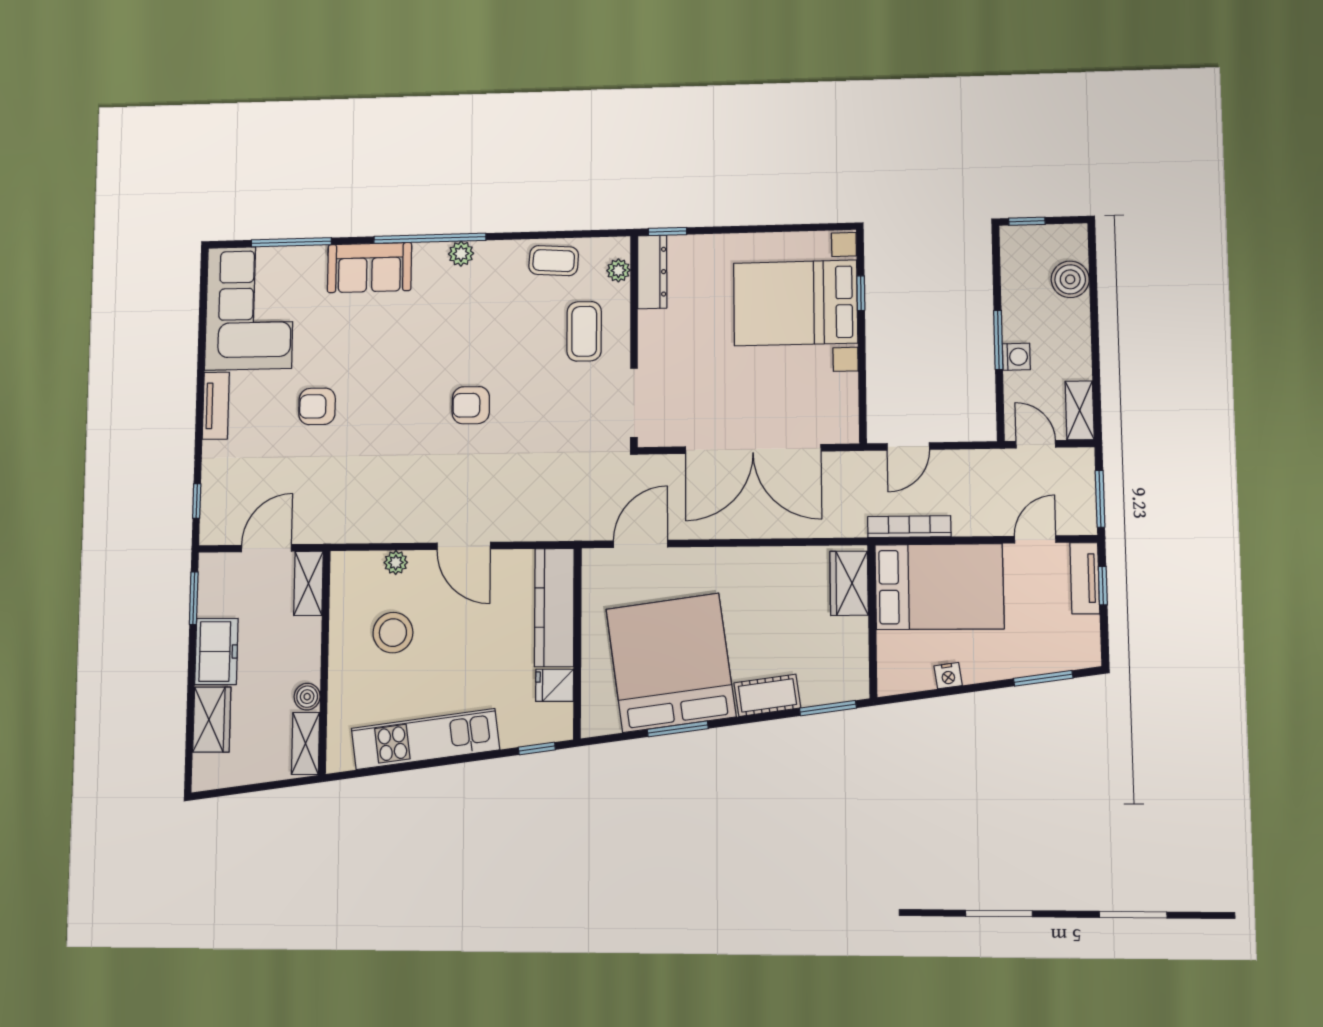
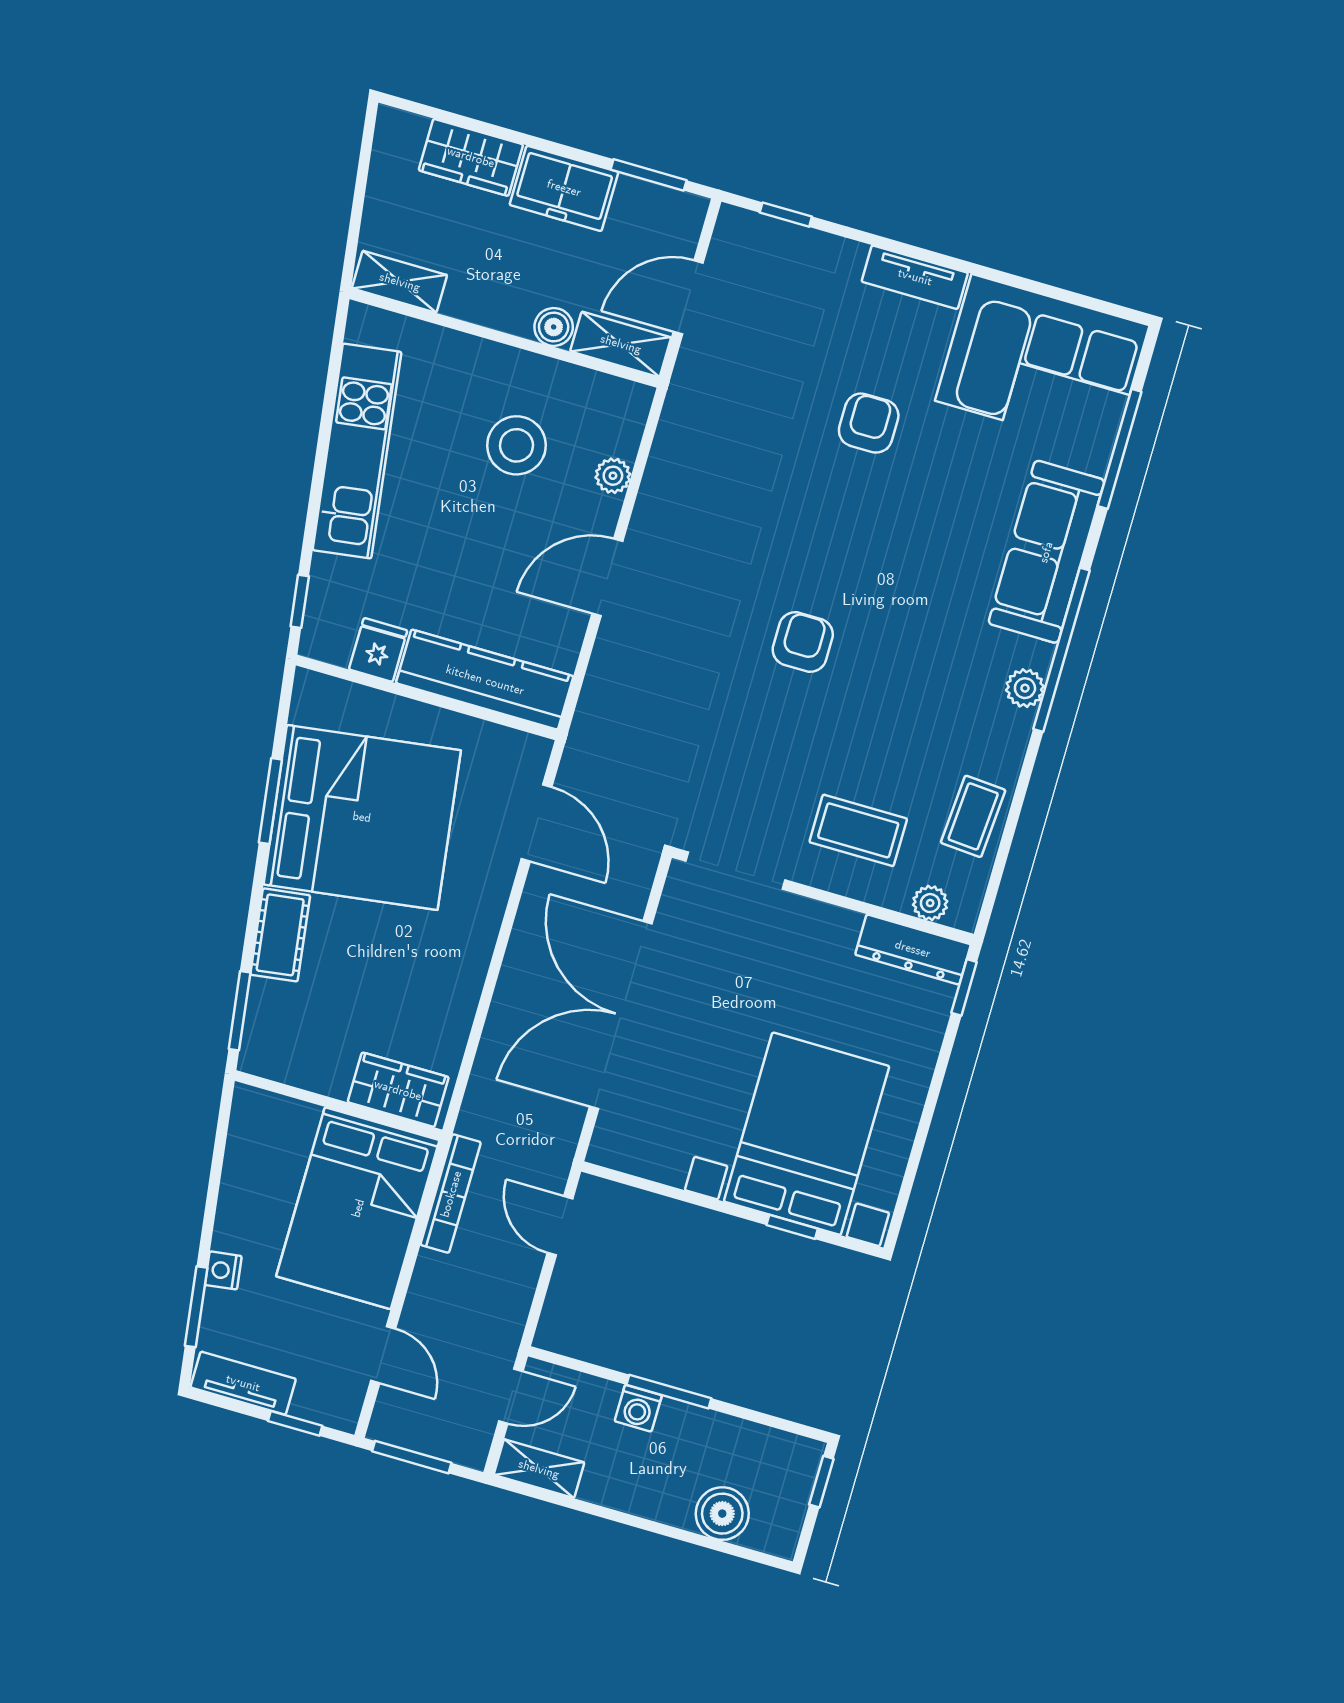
sofa: (369, 268) -> (1046, 552), width x1.36
door: (266, 548) -> (688, 297), swing flipped
tv unit: (1085, 578) -> (243, 1383), moved
nightstand: (948, 676) -> (223, 1270), moved
boiler: (307, 697) -> (554, 327), moved

